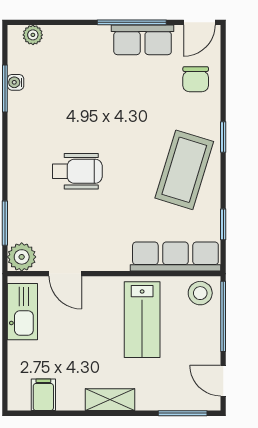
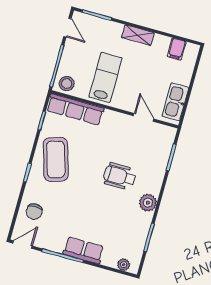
row of seats: (143, 40) -> (83, 250), moved
chair: (196, 79) -> (34, 211), turned 180
water cooler: (16, 82) -> (142, 239), removed
coffee table: (184, 170) -> (56, 159), turned -34
plant: (22, 257) -> (148, 203), moved

